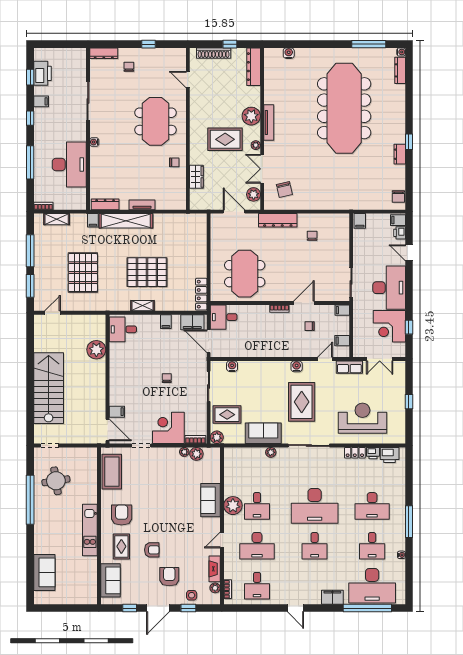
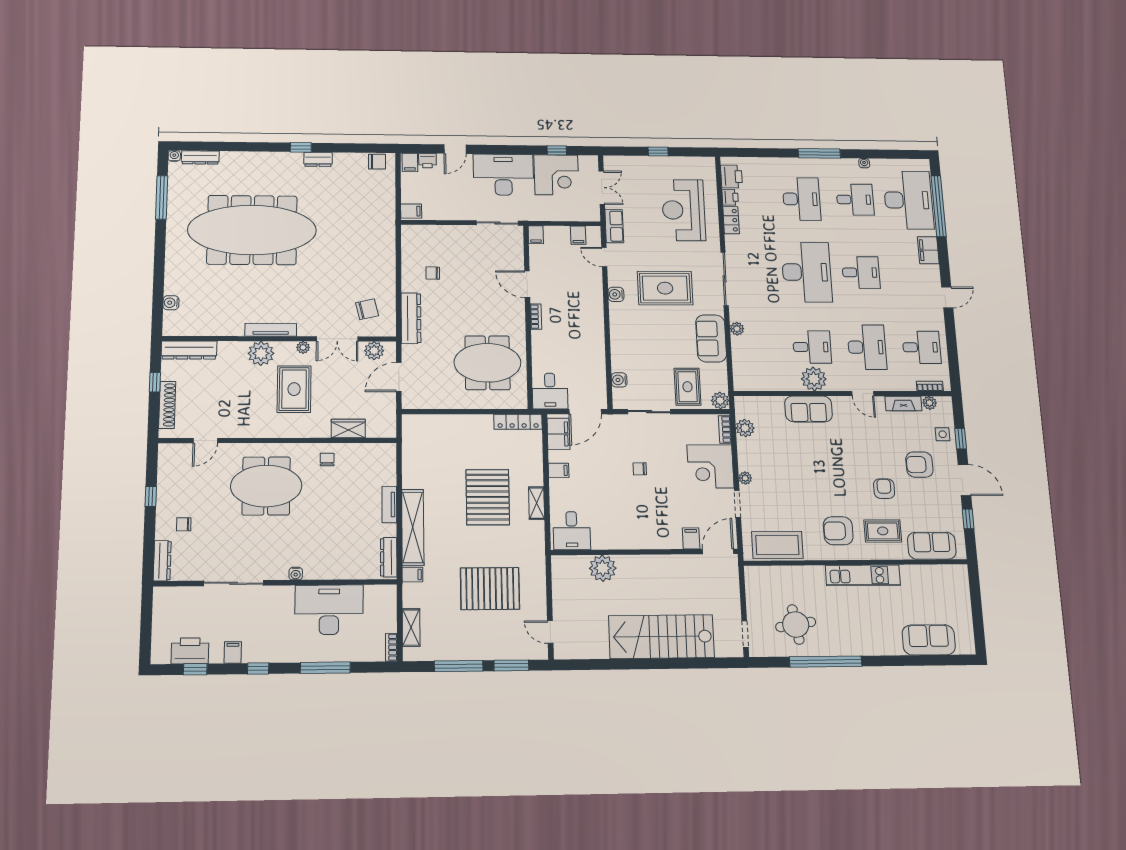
chair: (310, 326) -> (559, 277), removed
plant: (184, 452) -> (745, 478), moved

